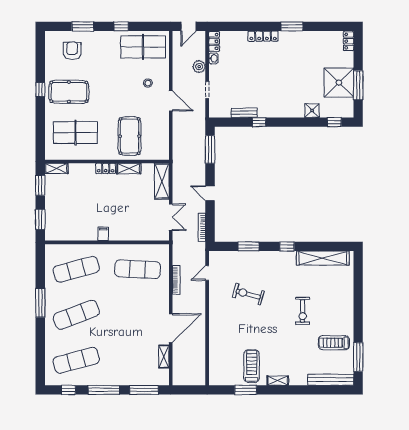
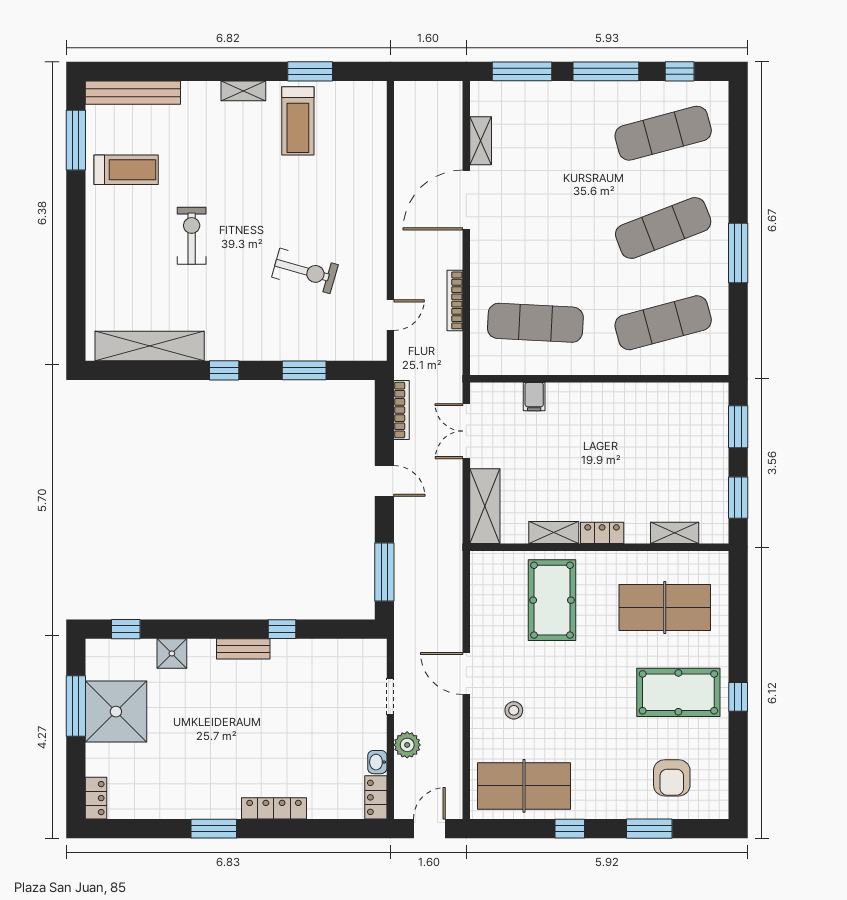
bench: (244, 113) -> (243, 649), moved
shelving: (56, 168) -> (675, 533), moved
filing cabinet: (103, 234) -> (534, 397), moved

